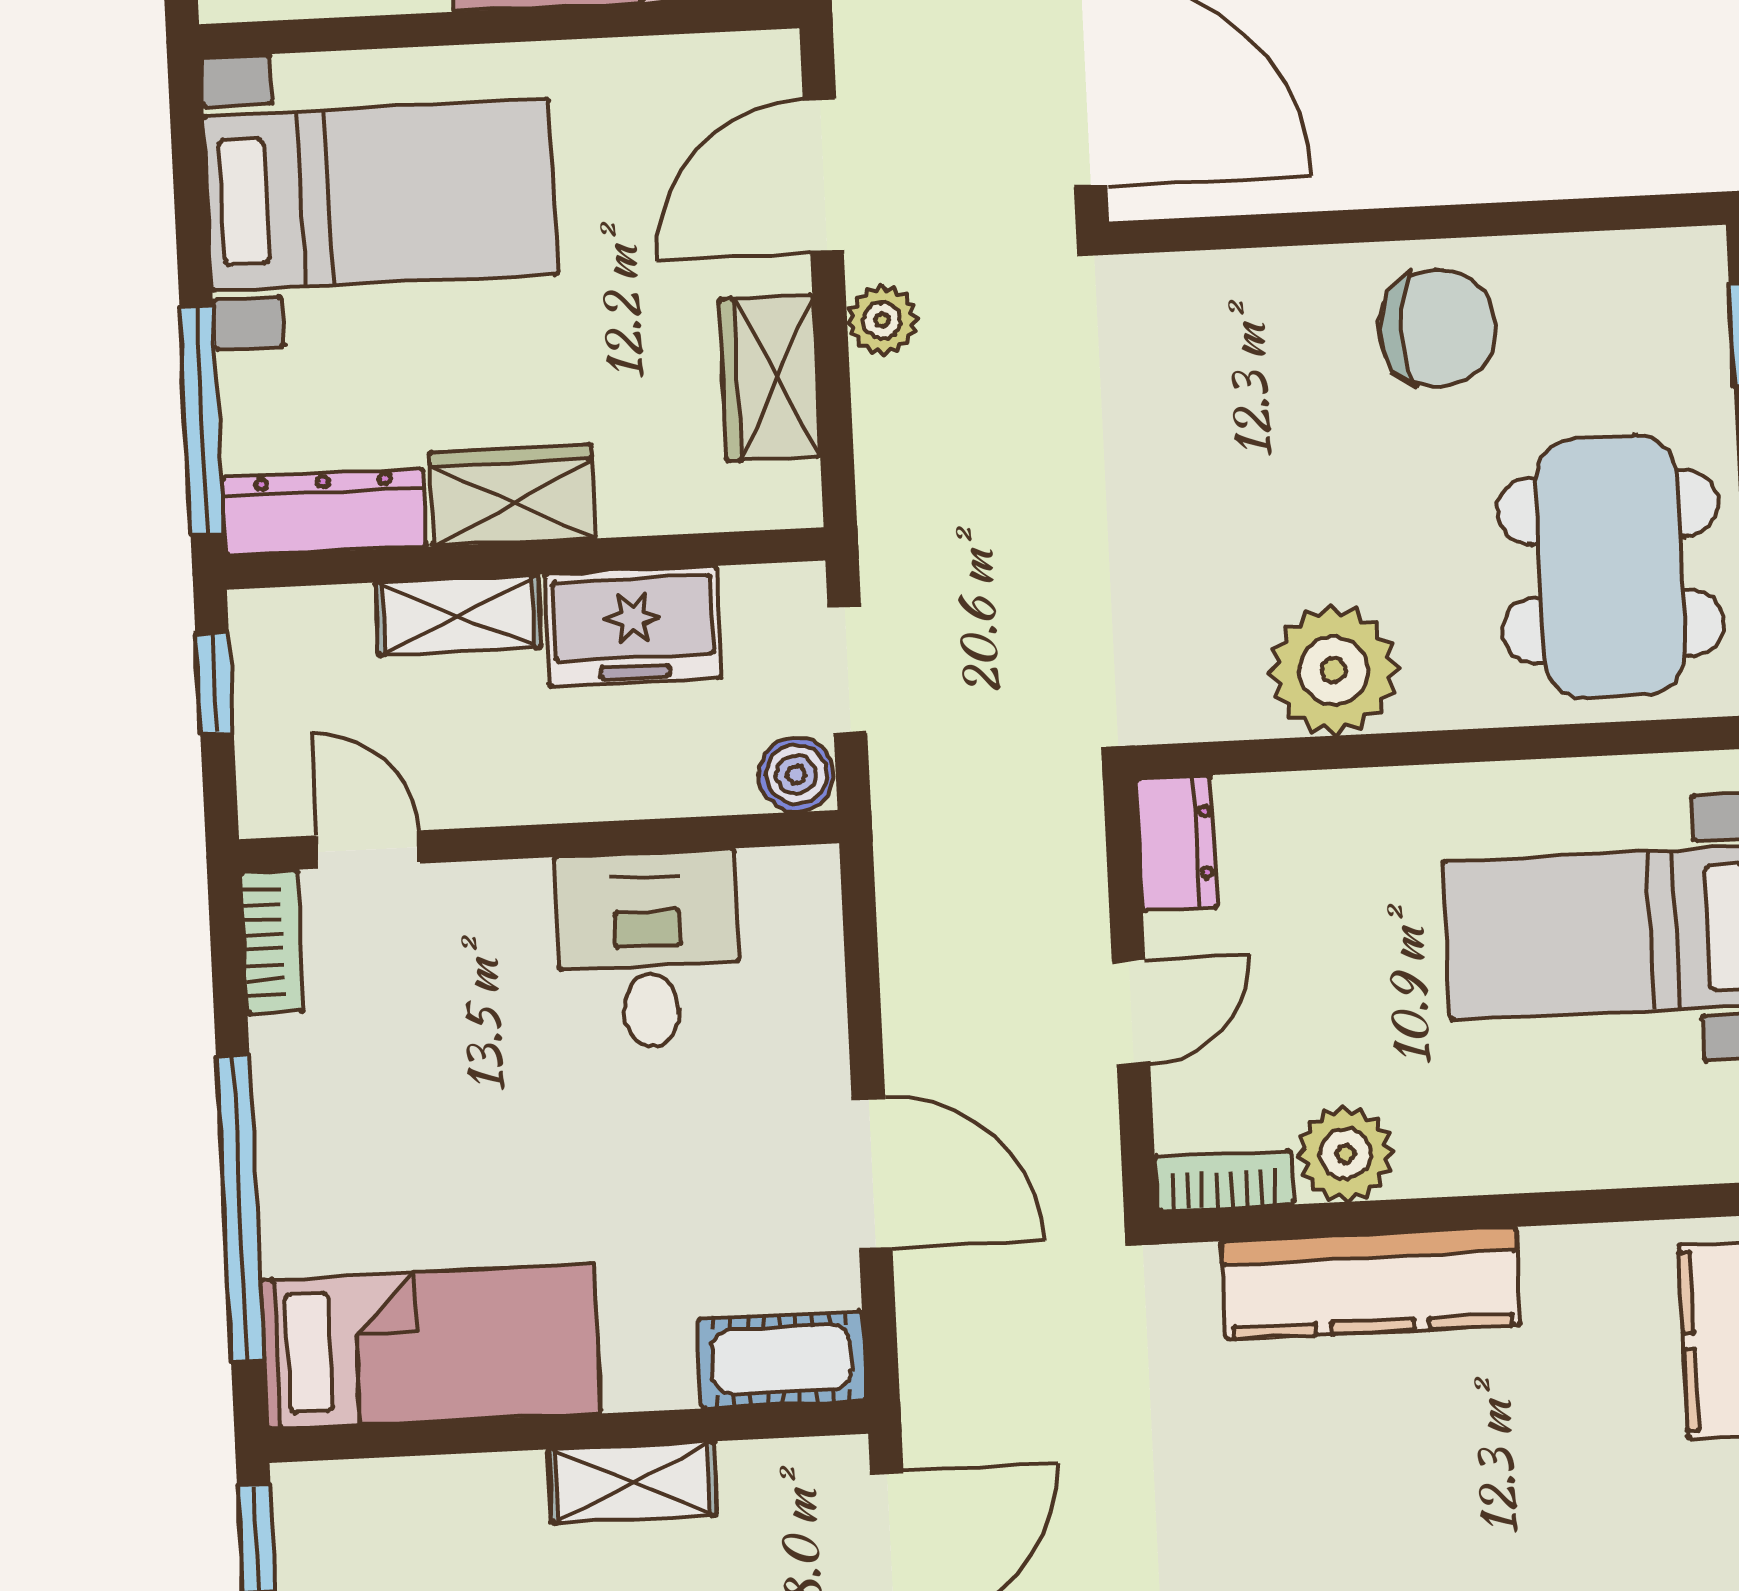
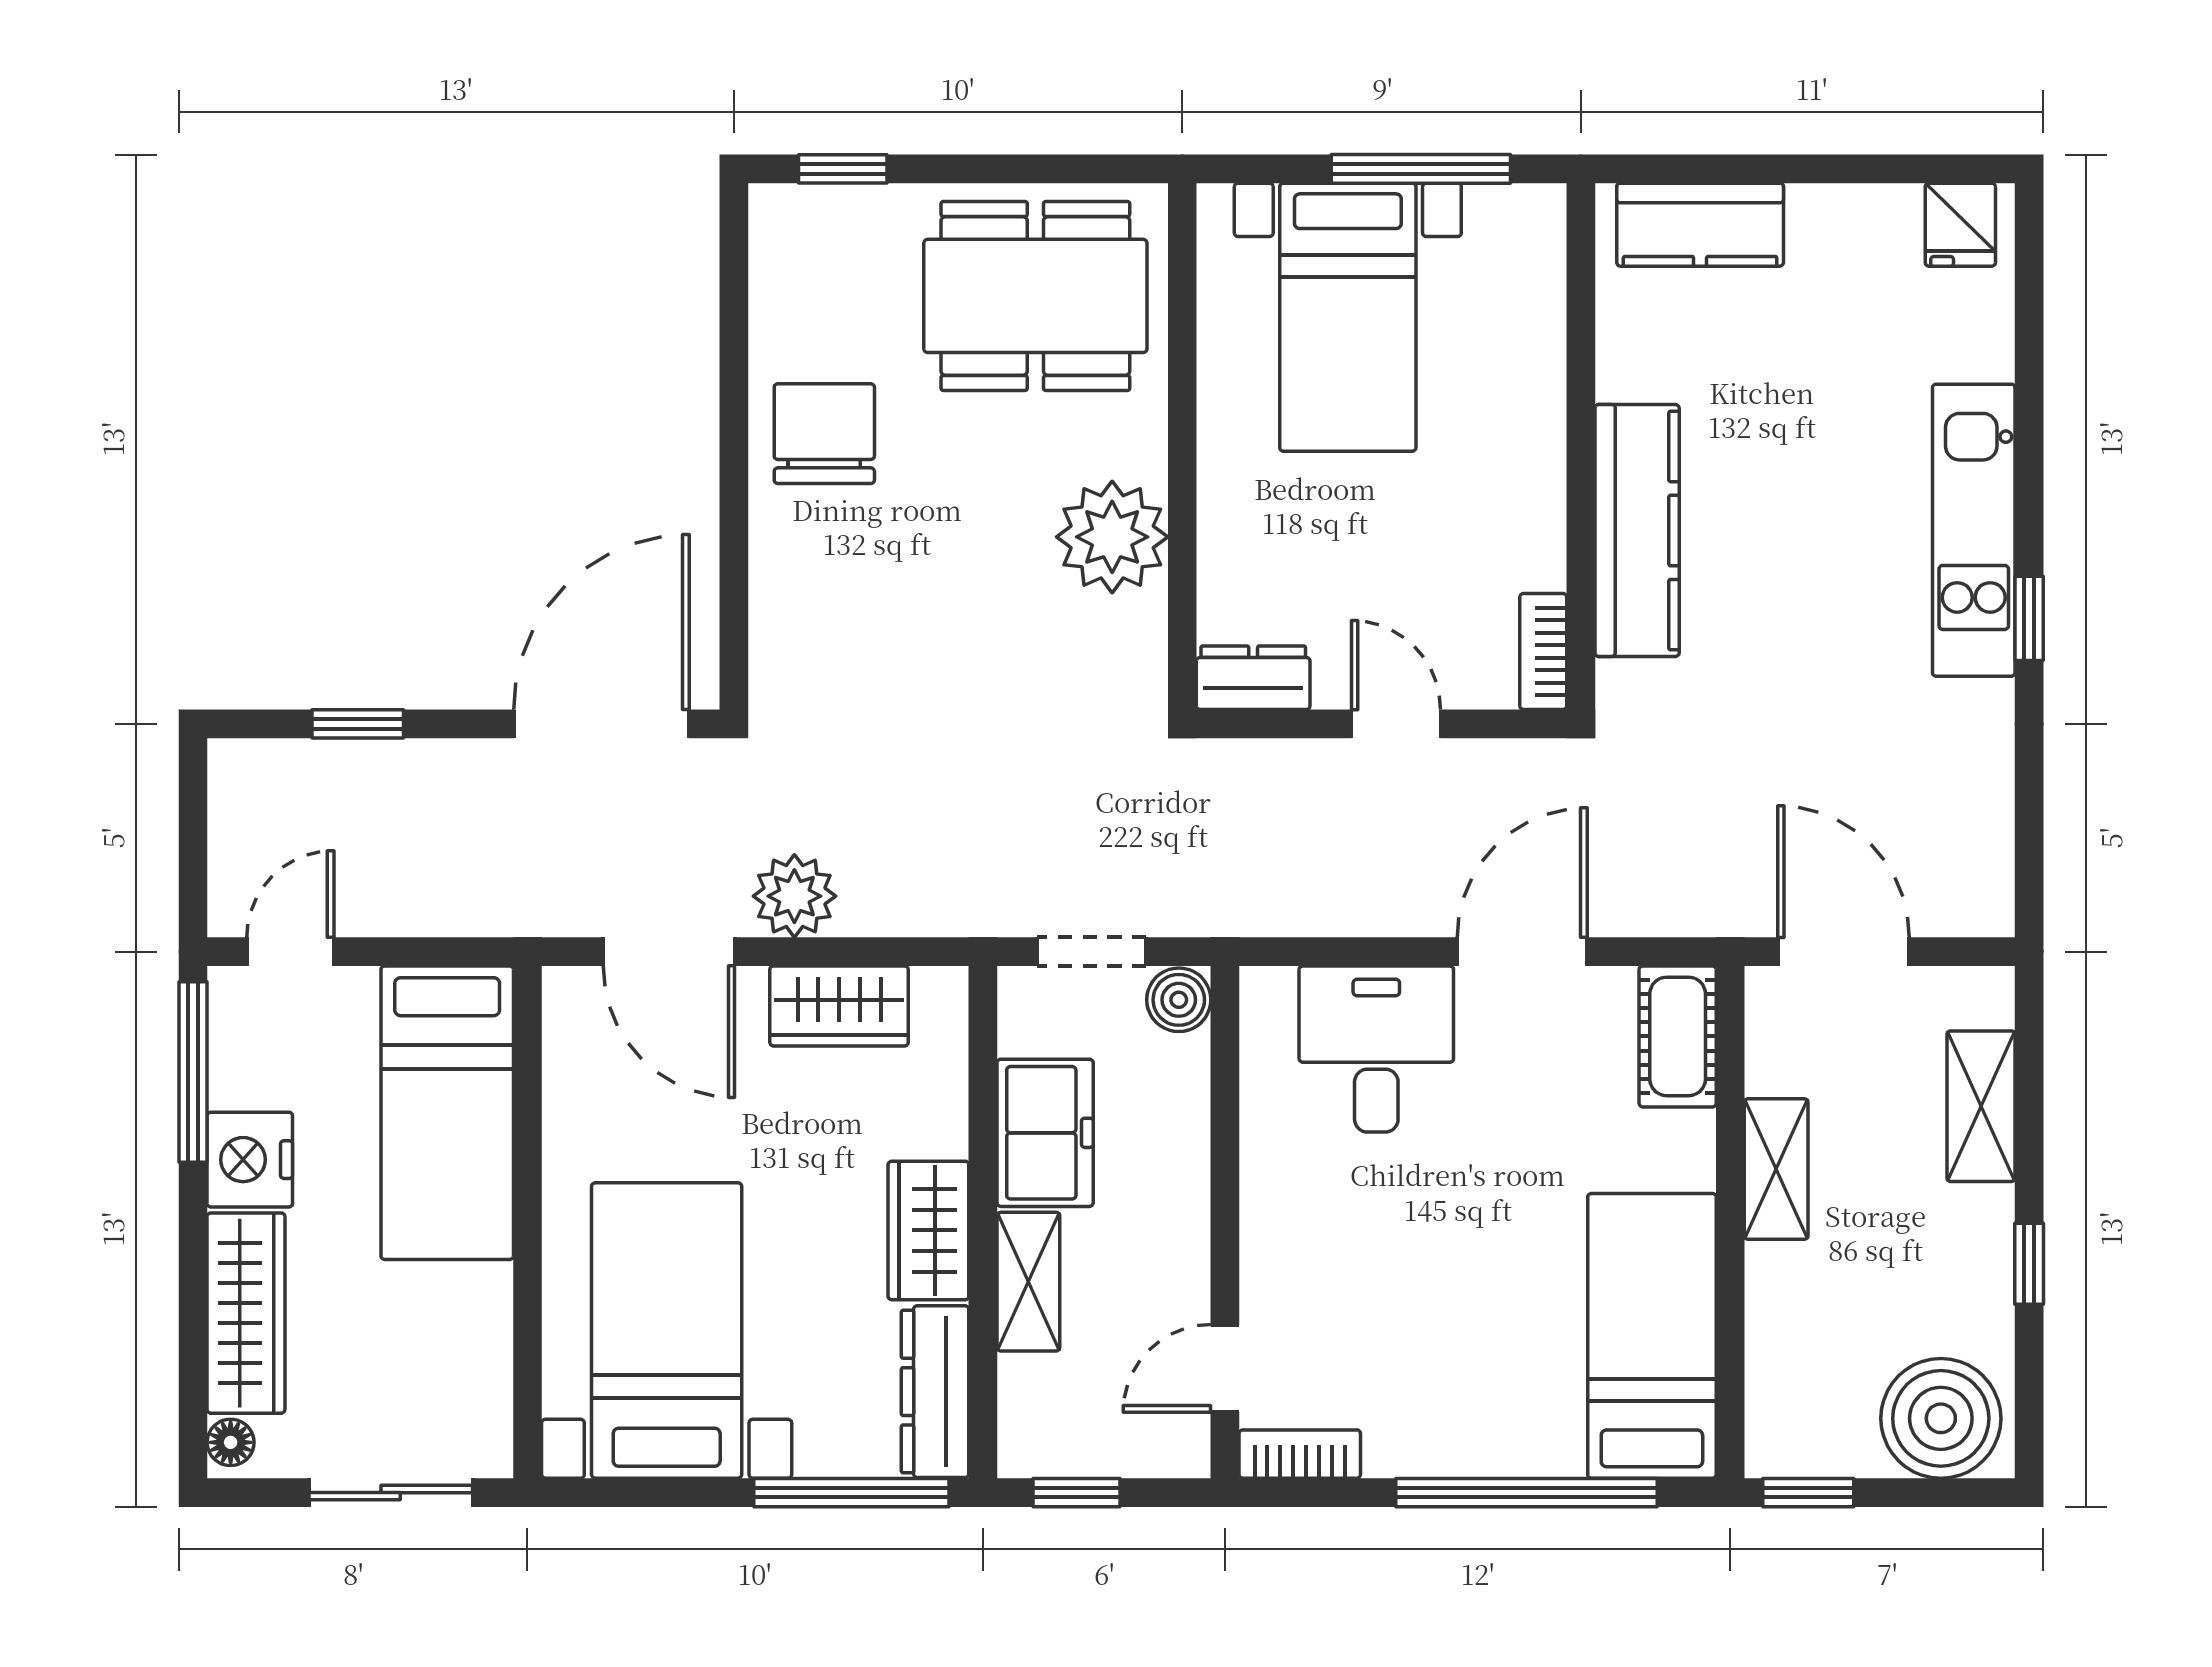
plant: (882, 320) -> (794, 896), width x1.38, depth x1.38
desk: (649, 950) -> (1376, 1049), moved, turned 90
plant: (1346, 1154) -> (1526, 547), removed

